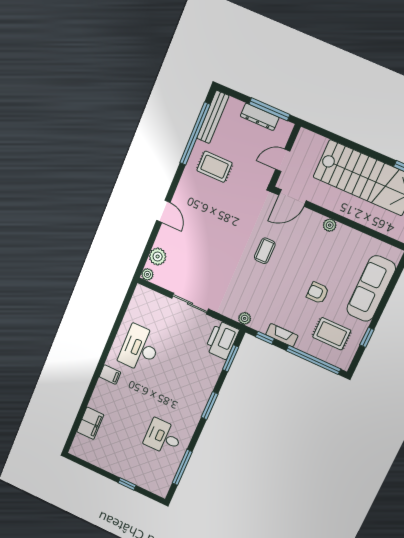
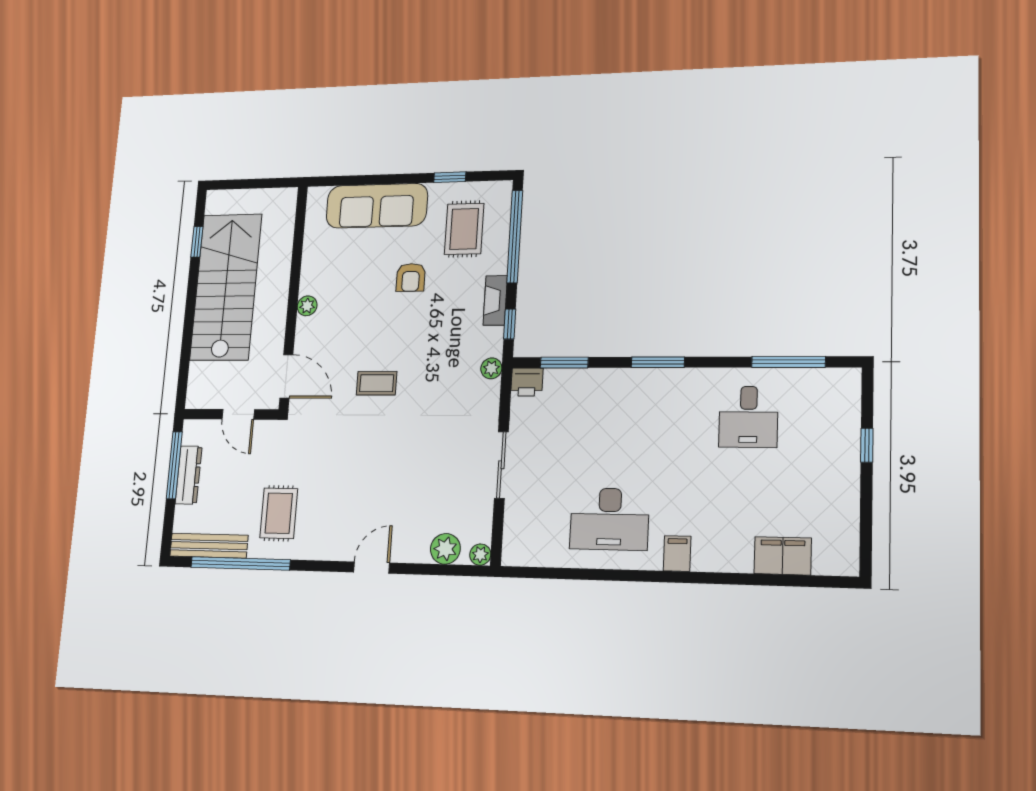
printer: (222, 340) -> (527, 382), width x0.53, depth x0.68

